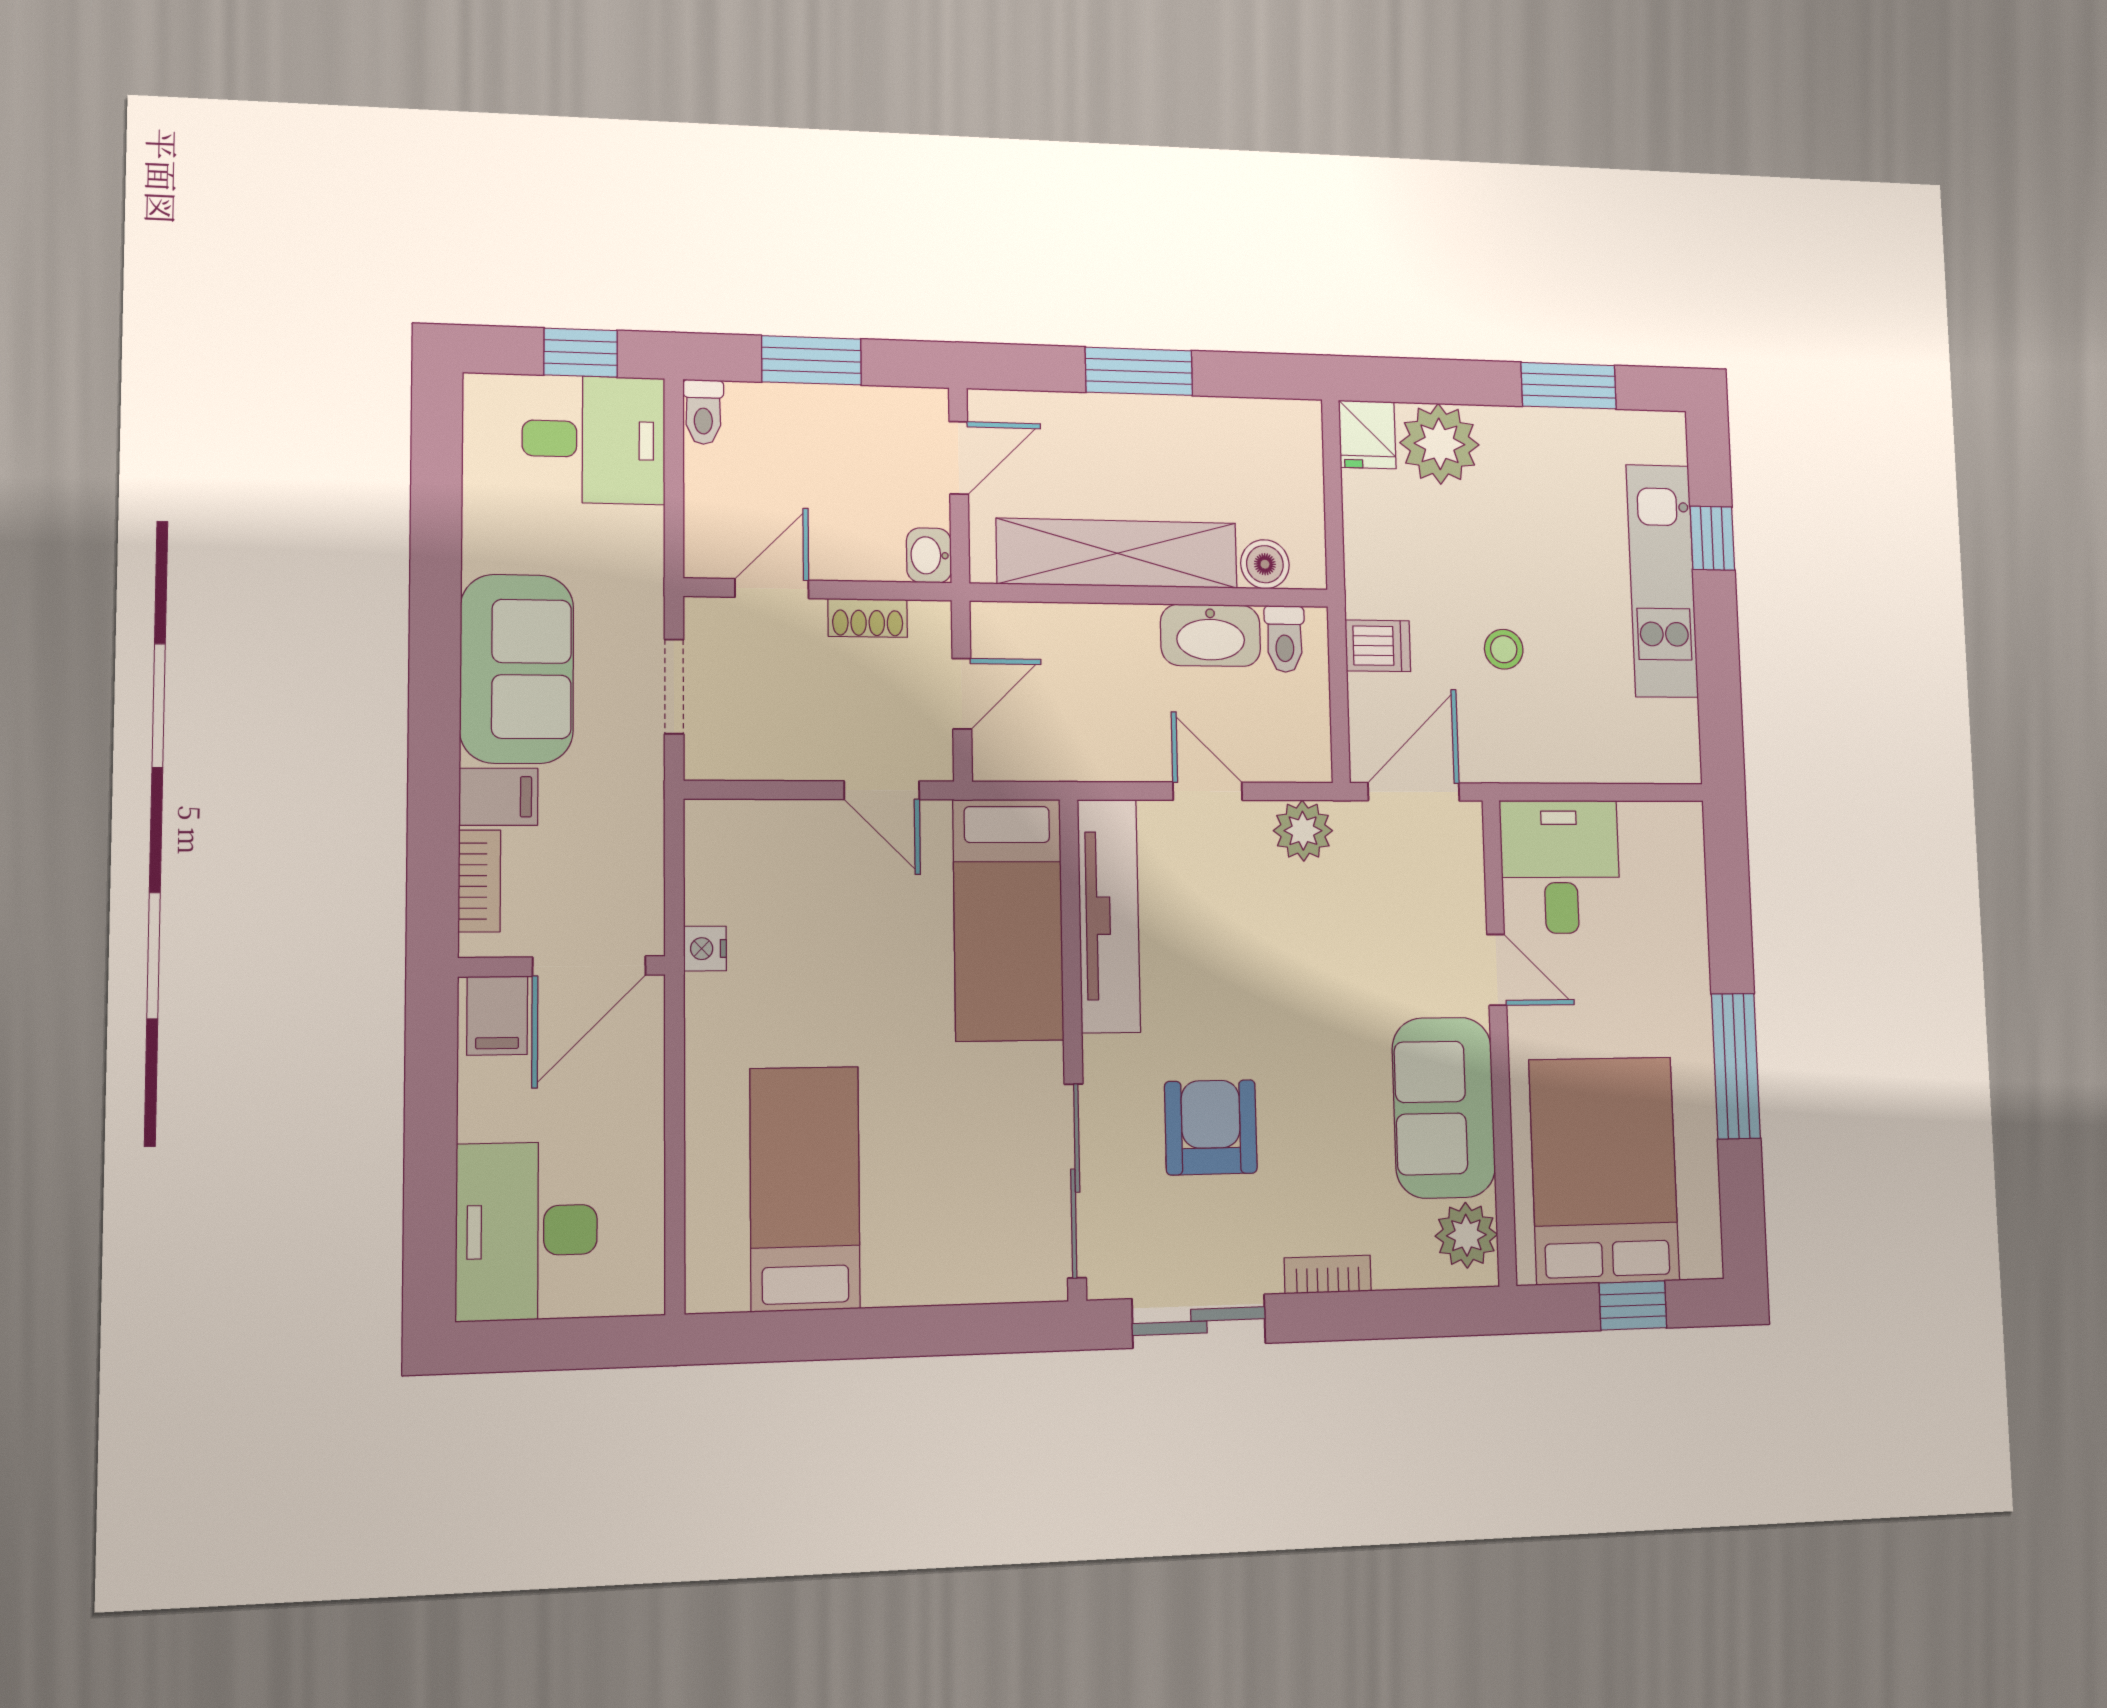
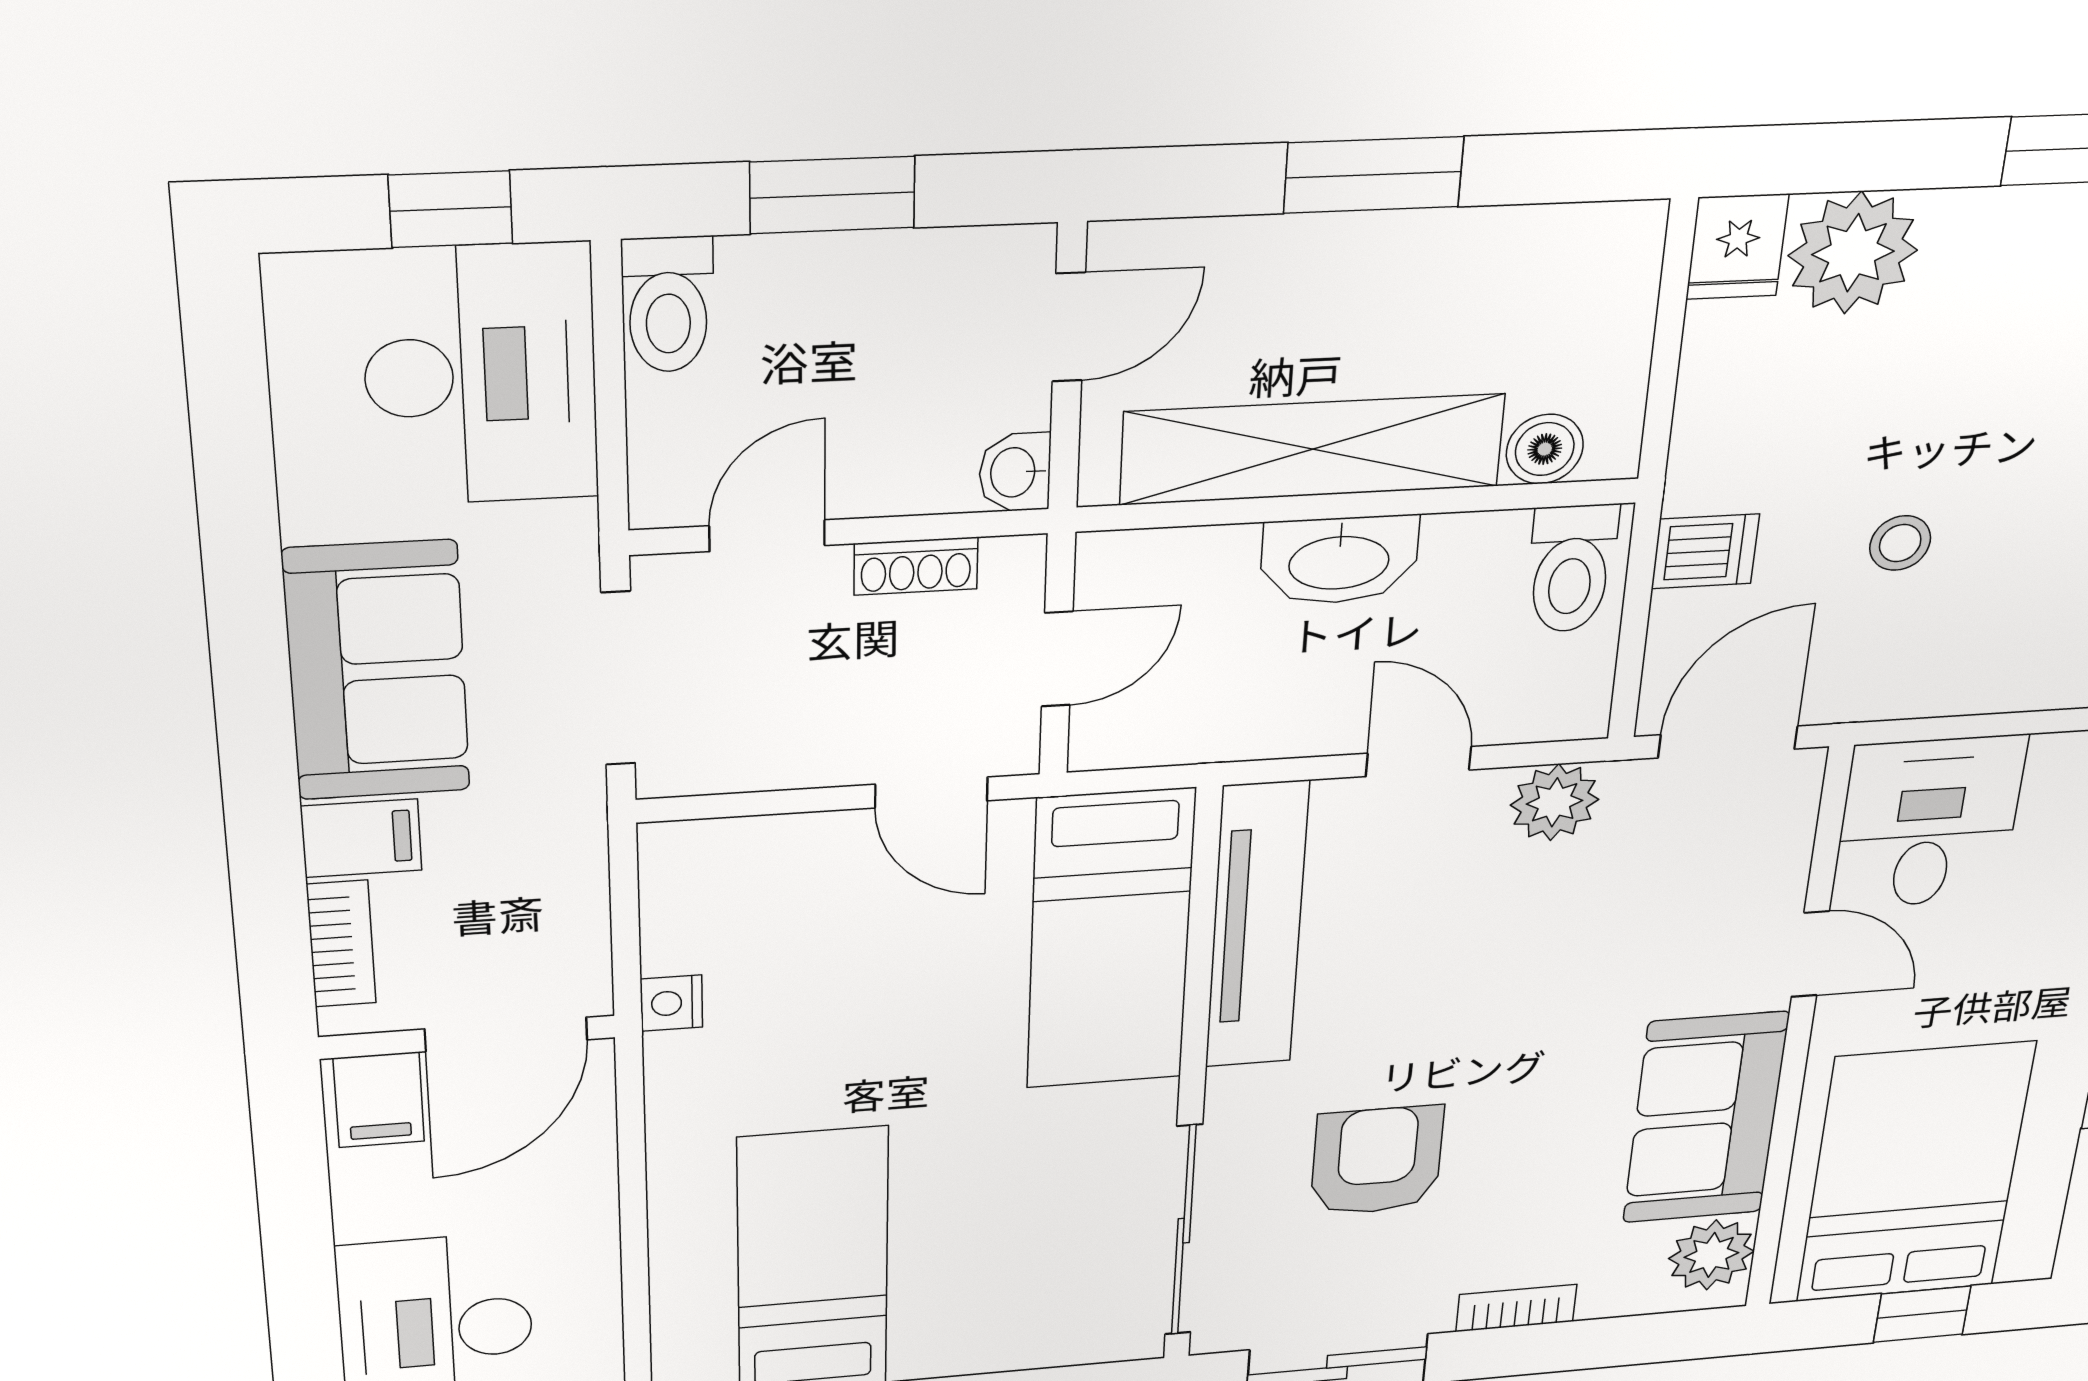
toilet: (703, 412) -> (668, 305), width x1.37, depth x1.39
desk: (594, 440) -> (481, 375), width x1.37
washbasin: (1211, 635) -> (1339, 560), moved
toilet: (1285, 639) -> (1571, 569), width x1.37, depth x1.39
doorway: (674, 687) -> (618, 679), width x1.38

